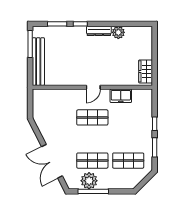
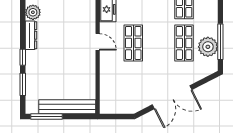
double door: (52, 161) -> (172, 97), moved

